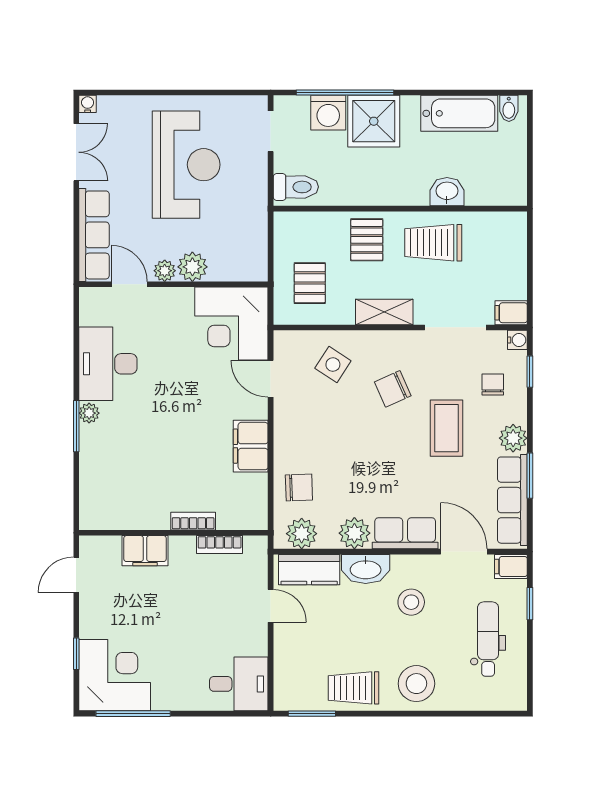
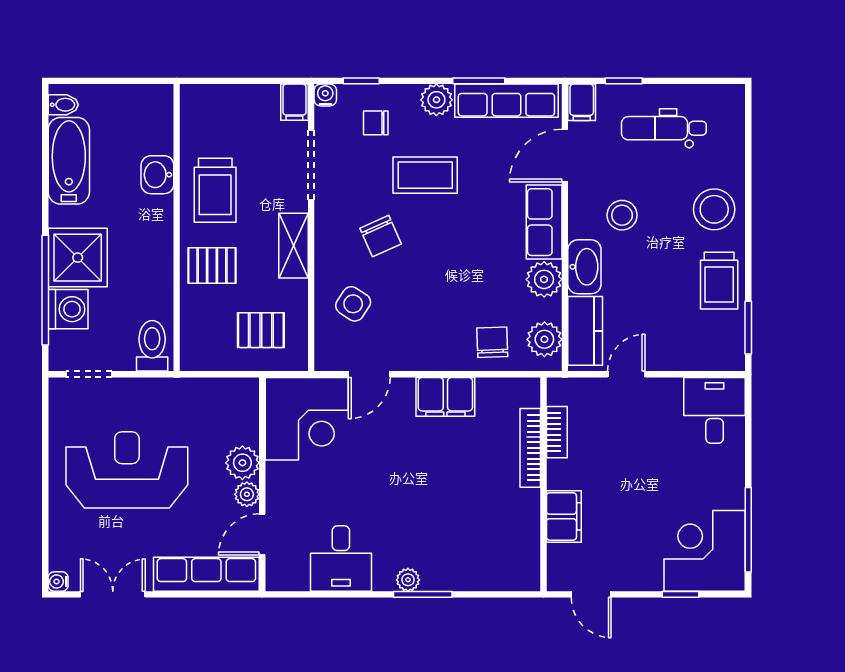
desk: (108, 364) -> (341, 558), width x0.73
bookcase: (193, 521) -> (530, 448), width x1.56

